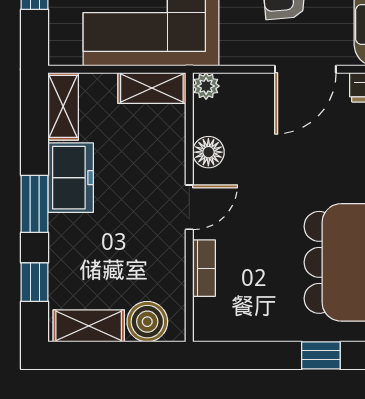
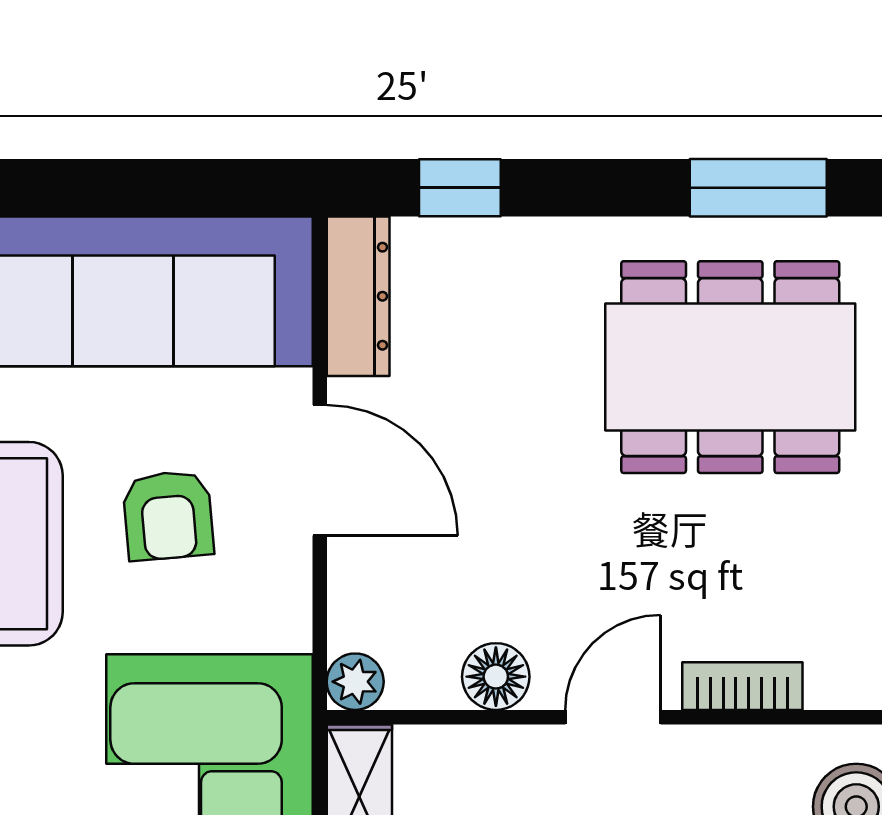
door: (189, 207) -> (613, 717), hinge flipped

